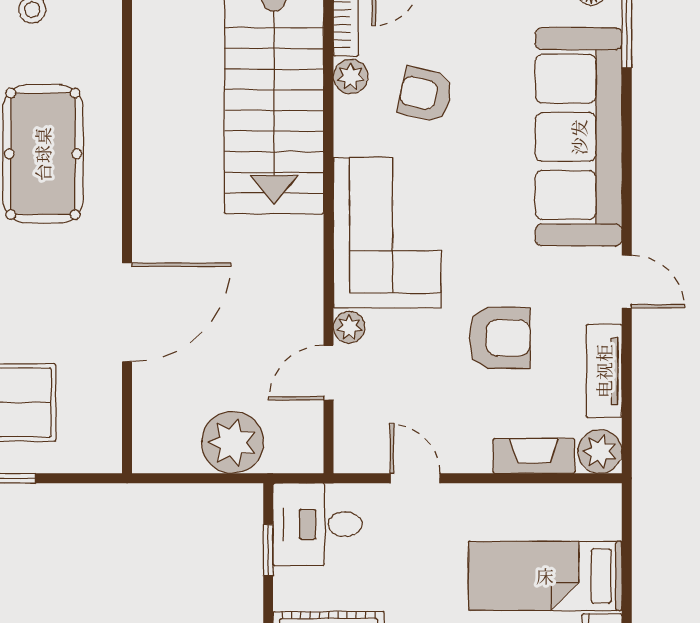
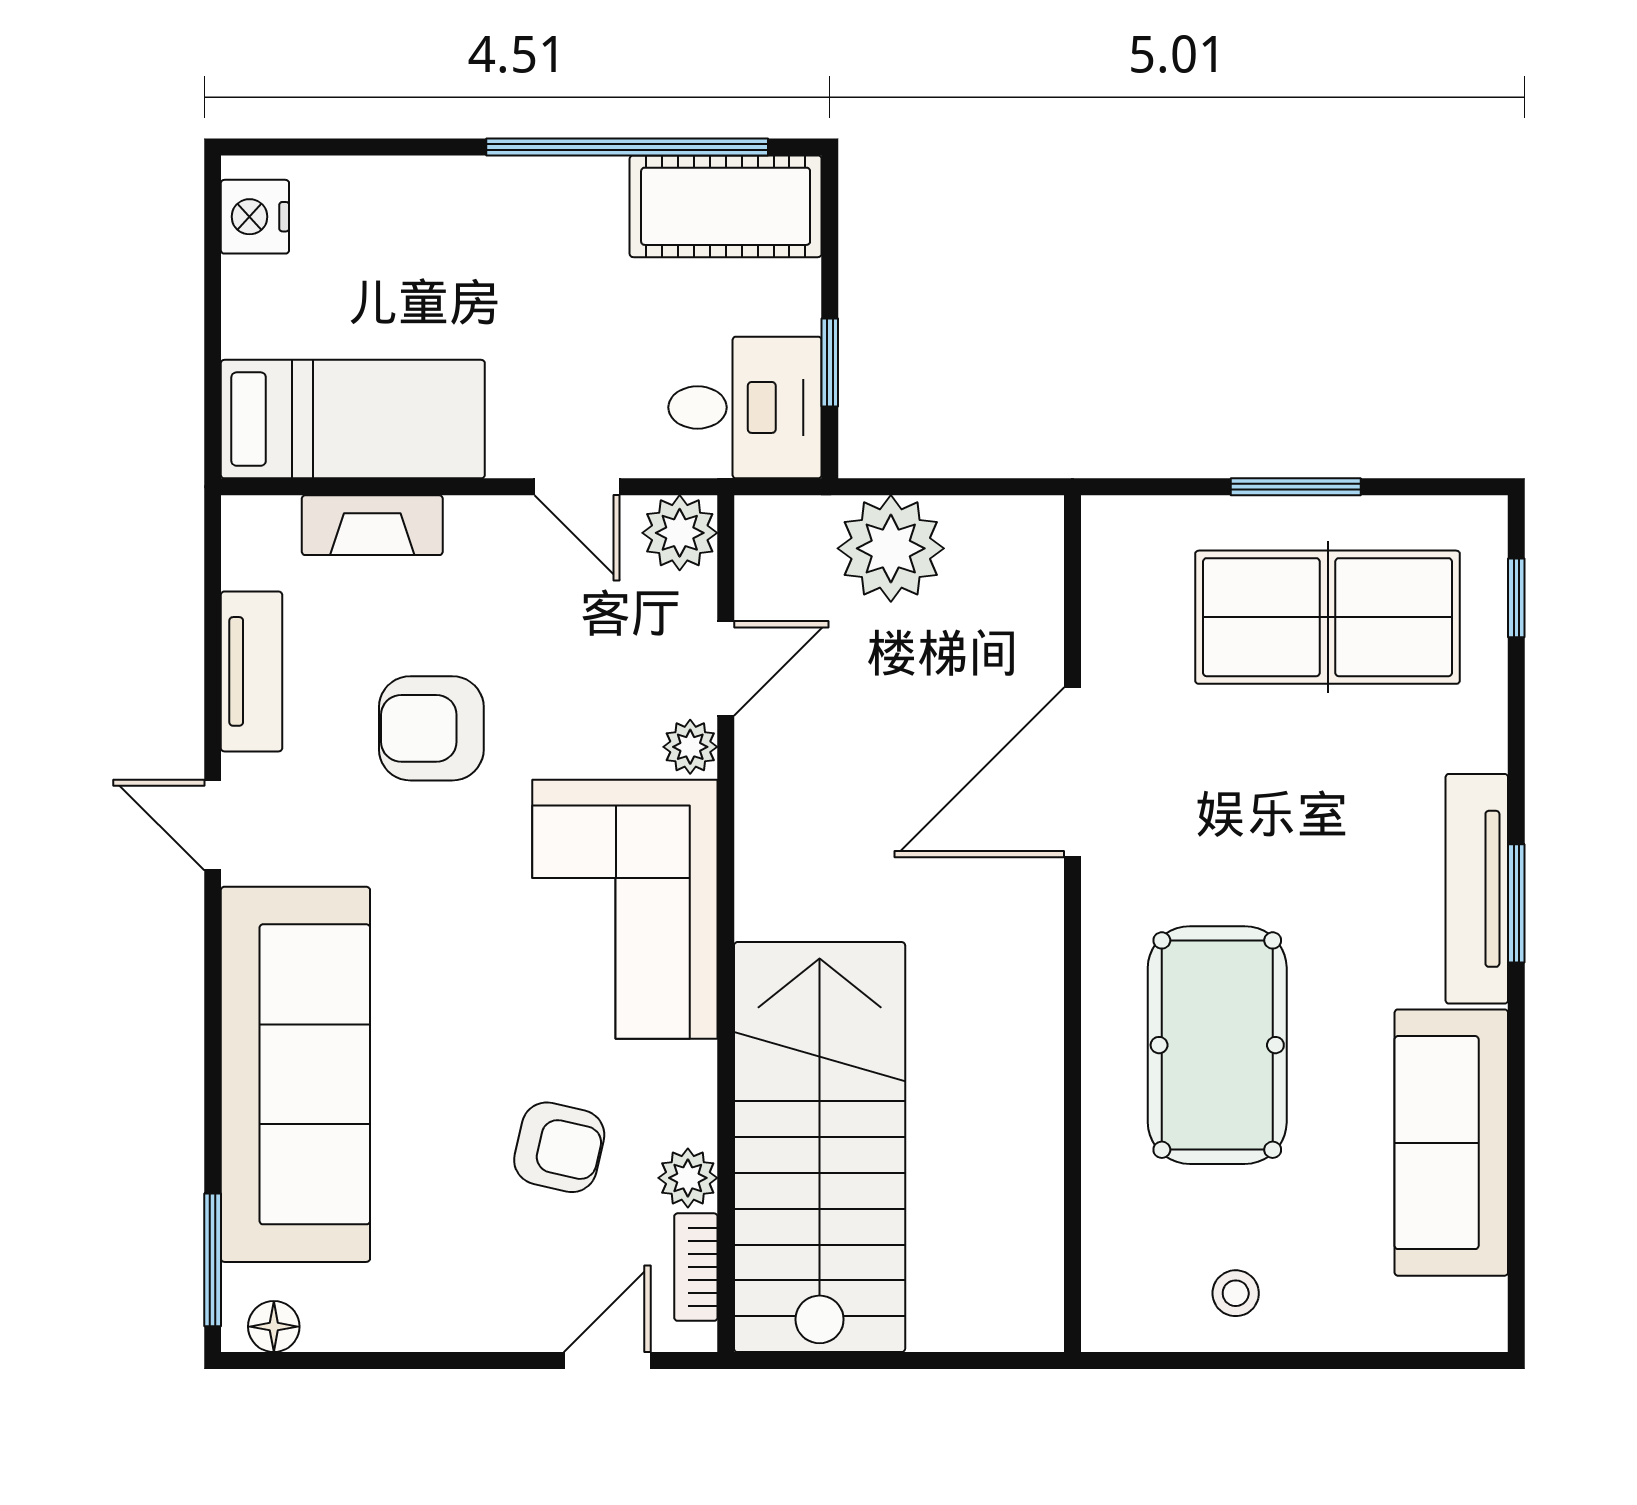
plant: (600, 451) -> (680, 533), moved
bed: (545, 576) -> (353, 419), moved

